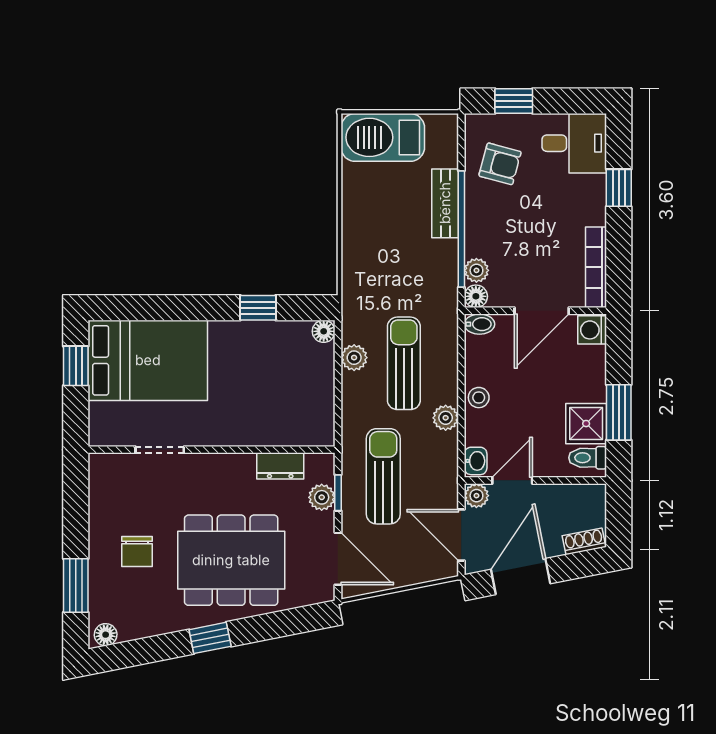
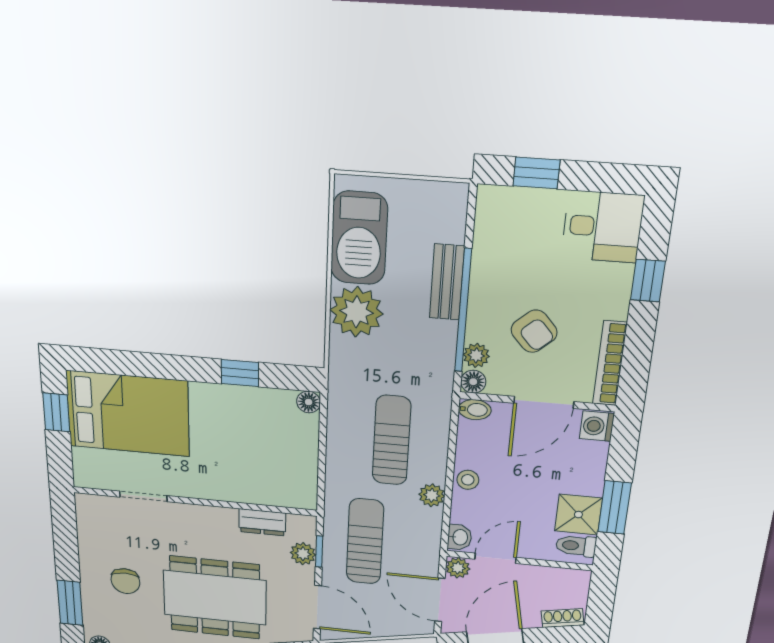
barbecue: (383, 137) -> (359, 238), moved, turned -90
armchair: (500, 164) -> (534, 331), moved, turned 33
plant: (354, 358) -> (357, 312), moved, width x1.88, depth x1.88

